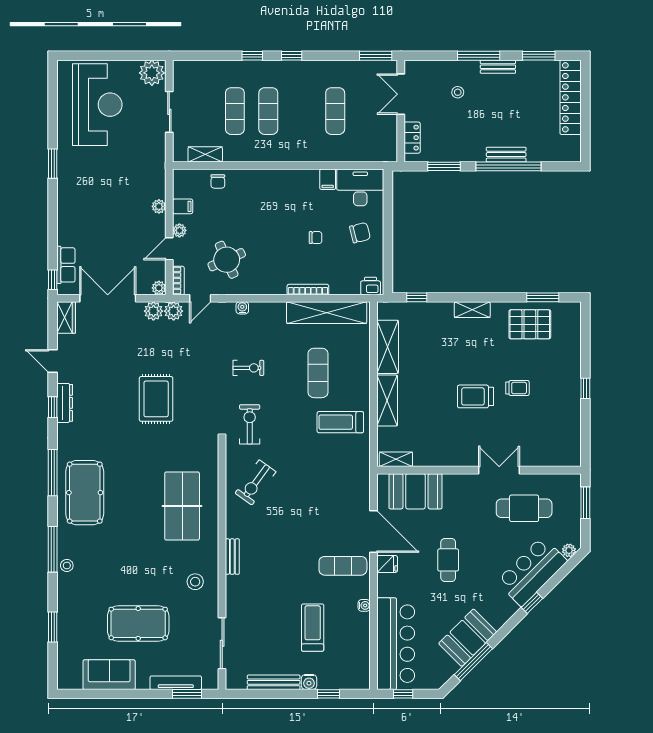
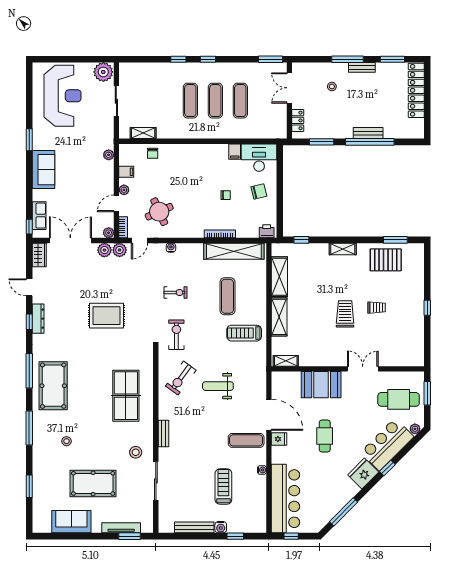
exercise mat: (235, 111) -> (215, 101), moved
sofa: (72, 203) -> (43, 170), added
plant: (159, 206) -> (109, 155), moved
trolley: (475, 396) -> (345, 314), turned 90
rug: (156, 399) -> (106, 316), turned 90
booth: (415, 491) -> (321, 385), moved
weight bench: (305, 493) -> (218, 386), added
cafe table: (524, 508) -> (399, 399), moved
stool: (67, 565) -> (67, 441), moved
fridge: (500, 610) -> (363, 474), added
booth: (468, 638) -> (339, 494), removed
sliding door: (222, 643) -> (156, 481), moved

